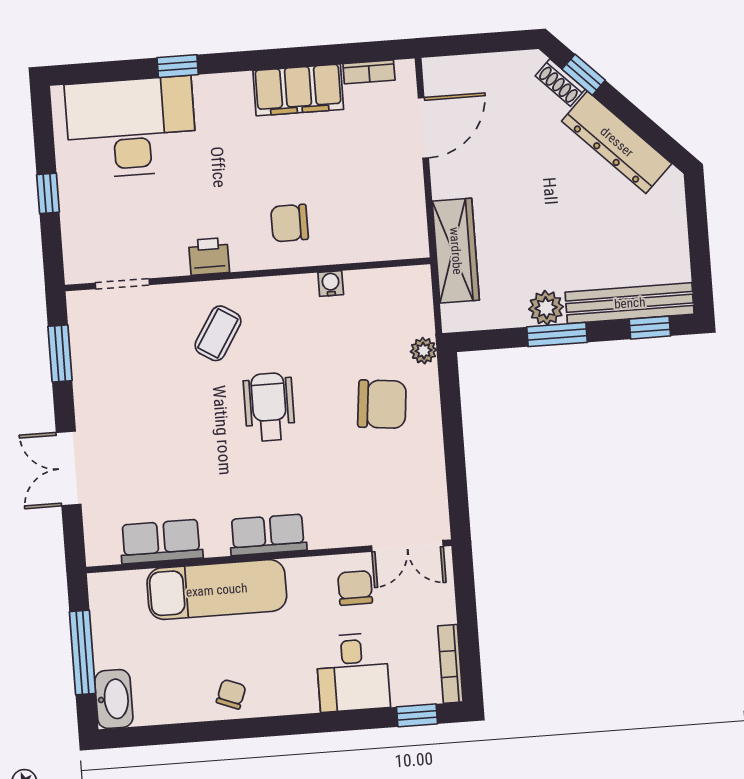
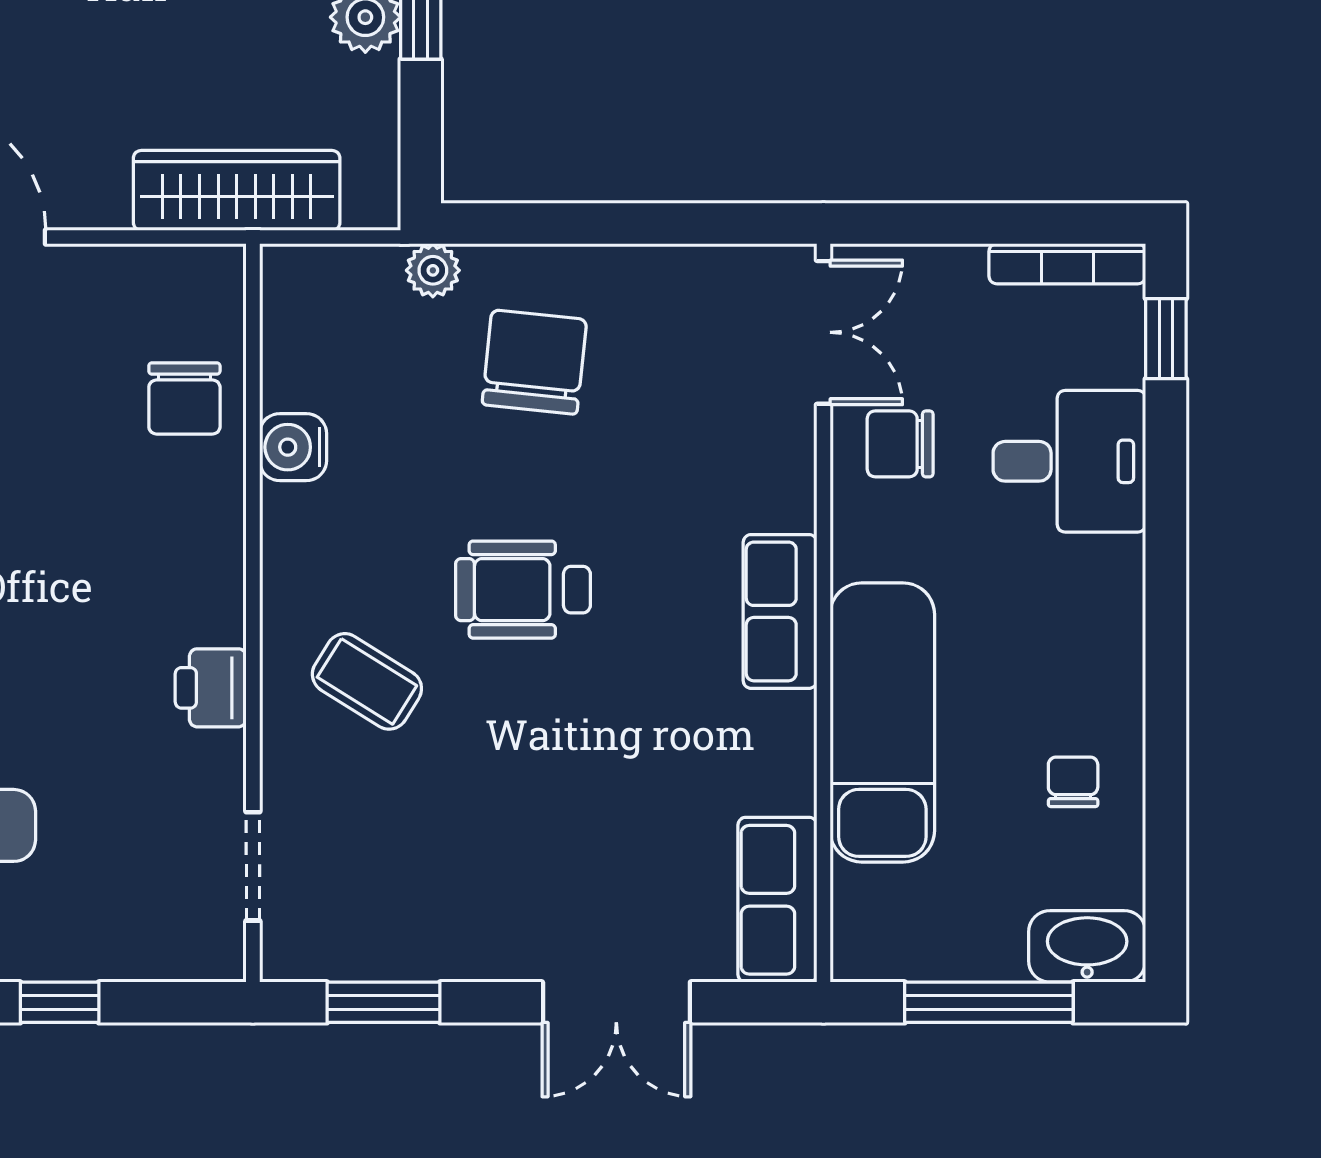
chair: (290, 223) -> (184, 398), moved
water cooler: (331, 284) -> (293, 447), width x1.38, depth x1.38
row of seats: (161, 542) -> (777, 900), moved
chair: (231, 694) -> (1073, 782), moved, turned 69

